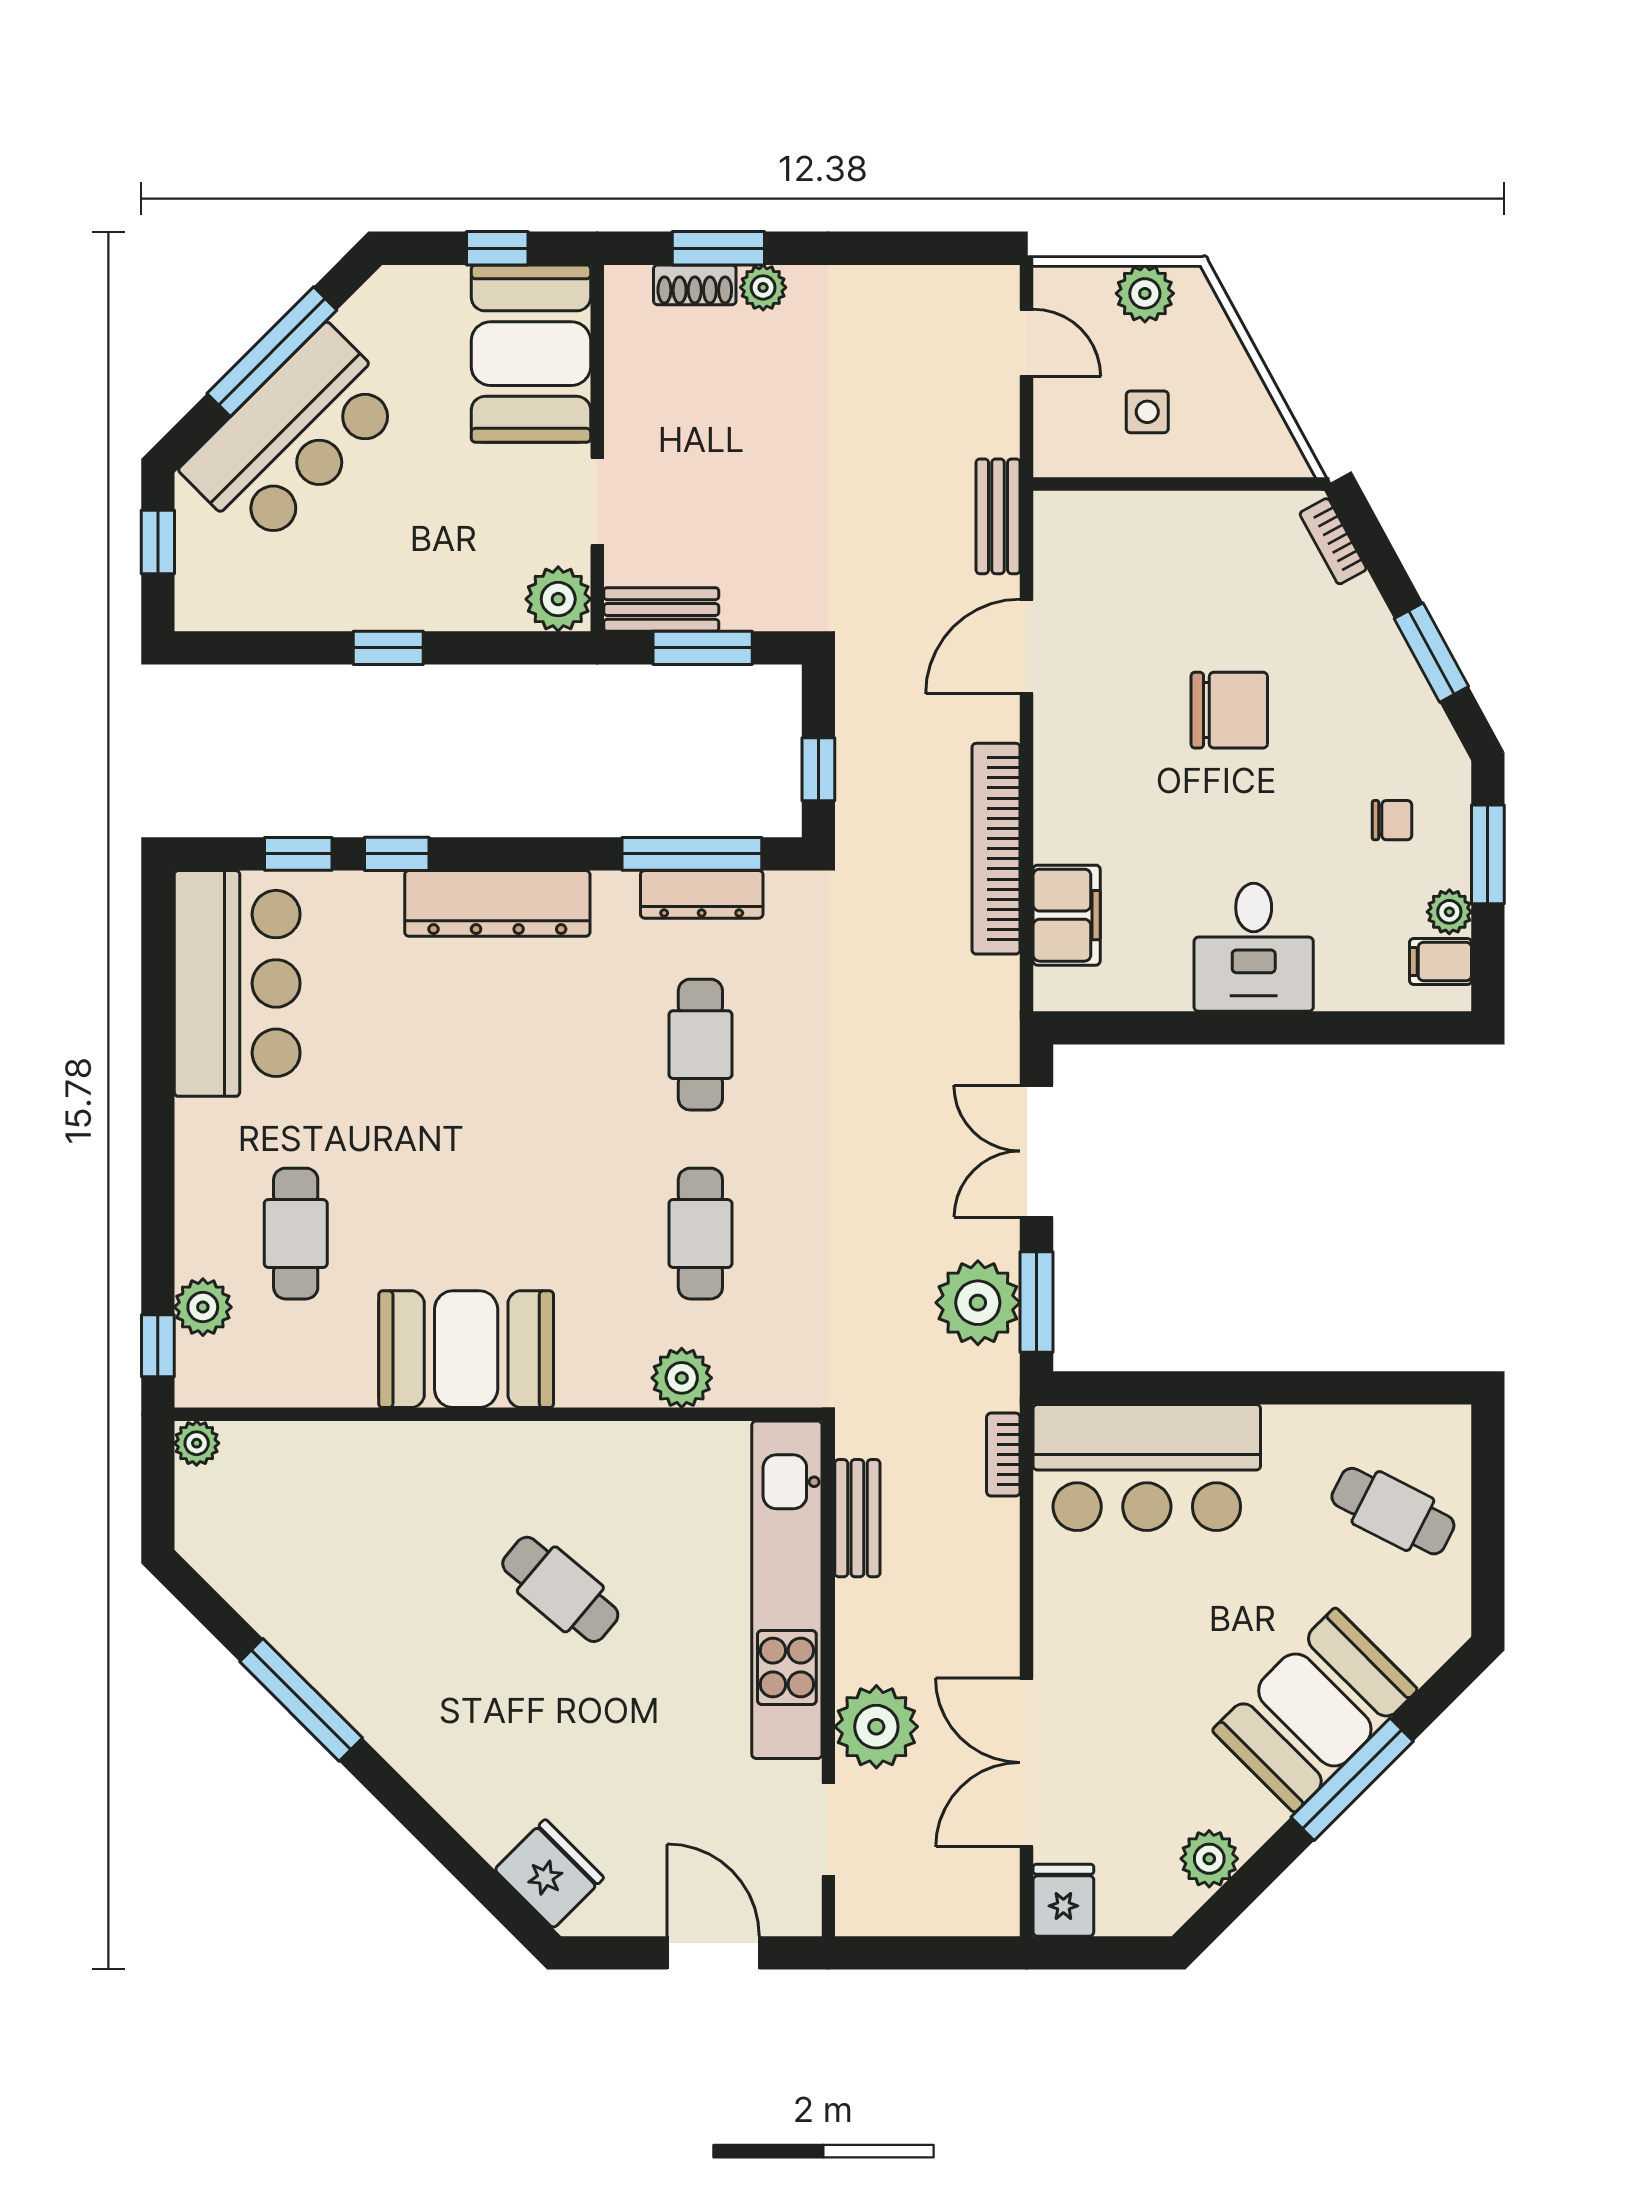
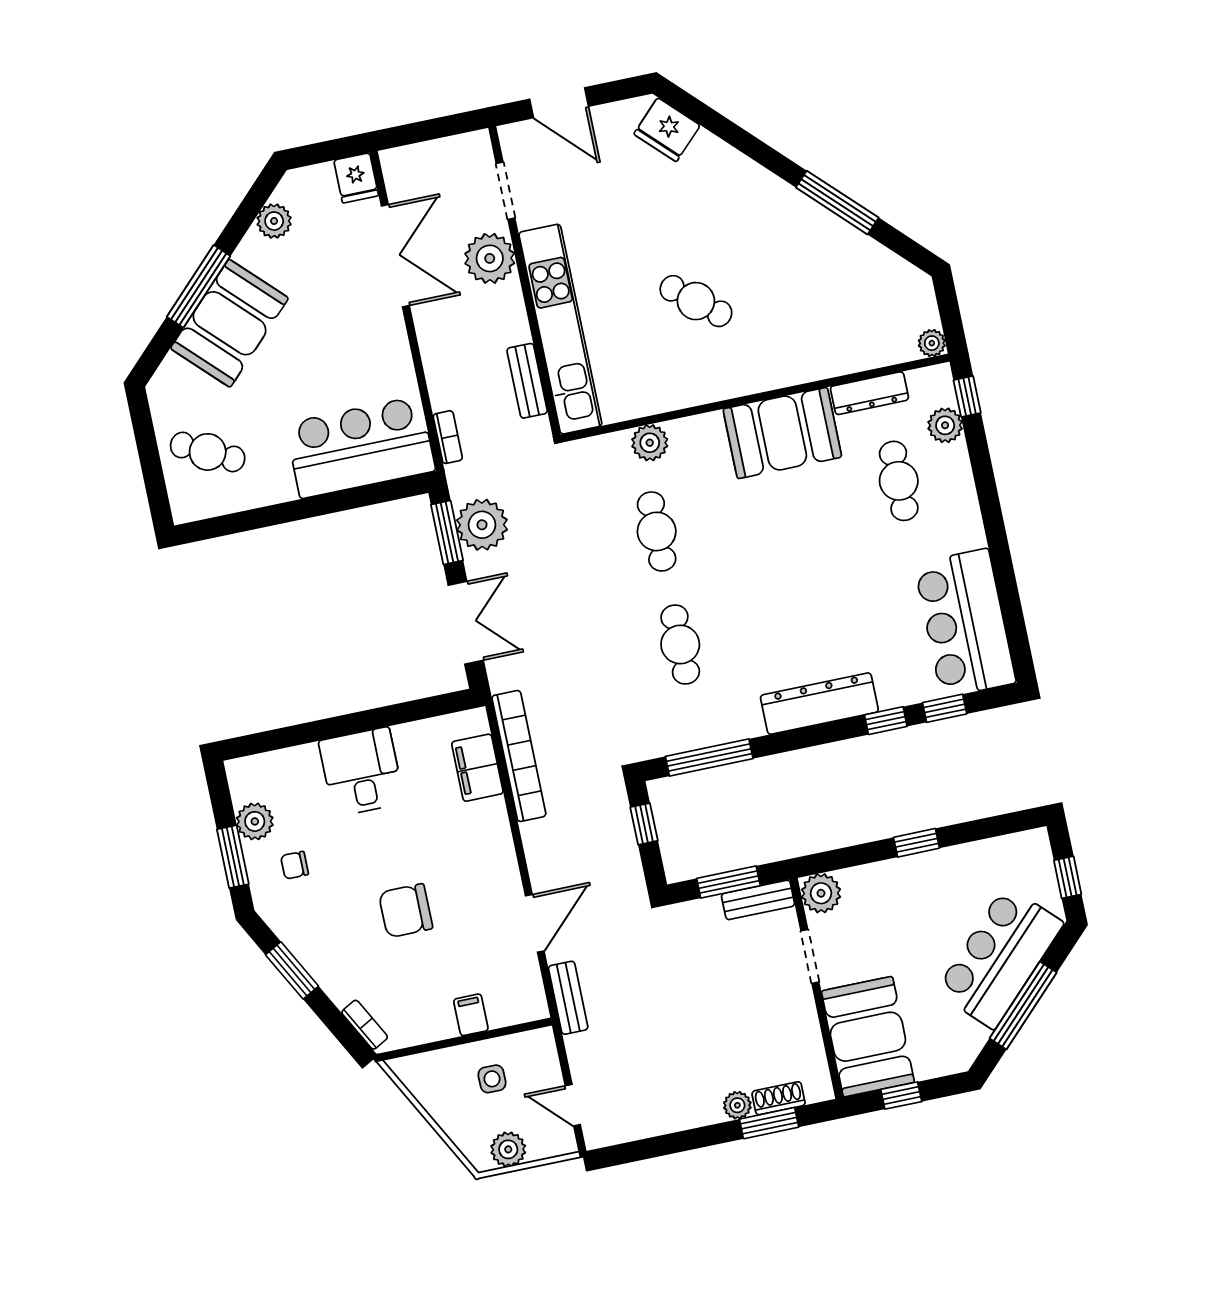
bookcase: (996, 849) -> (519, 756), moved
dresser: (702, 894) -> (869, 393), moved, turned 180
plant: (1449, 912) -> (255, 821), width x1.38, depth x1.38
filing cabinet: (1441, 962) -> (471, 1015), moved, turned -90

